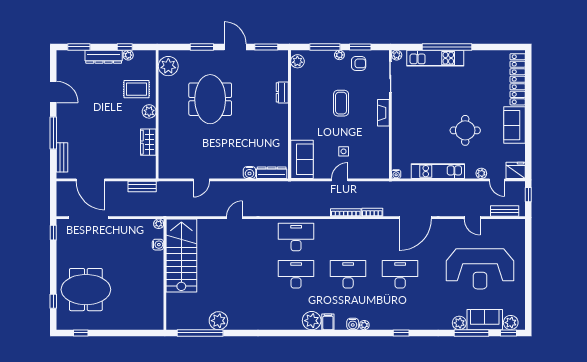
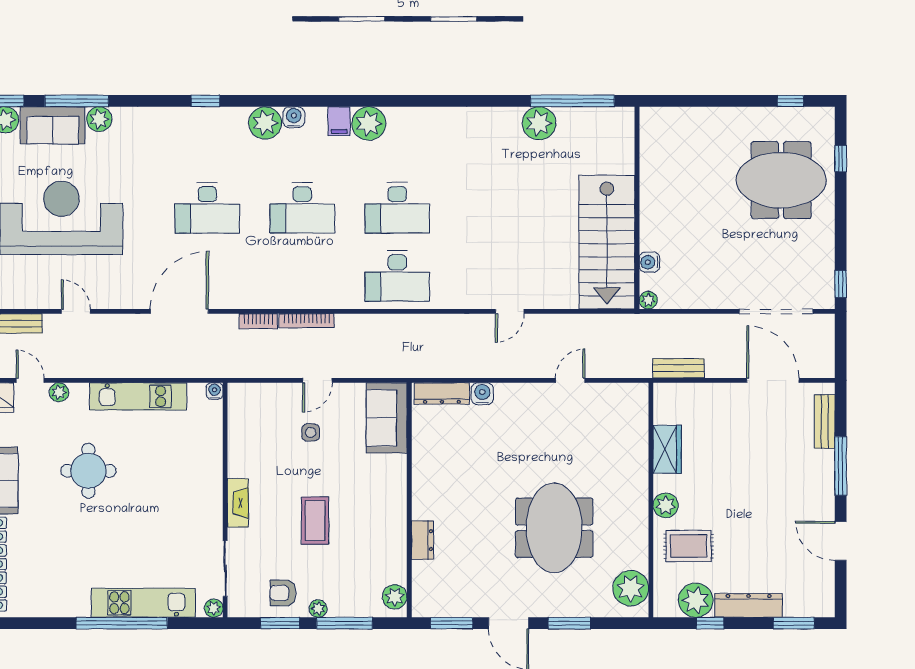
plant: (128, 55) -> (696, 600), width x1.87, depth x1.87
plant: (364, 325) -> (265, 123), width x1.88, depth x1.88

